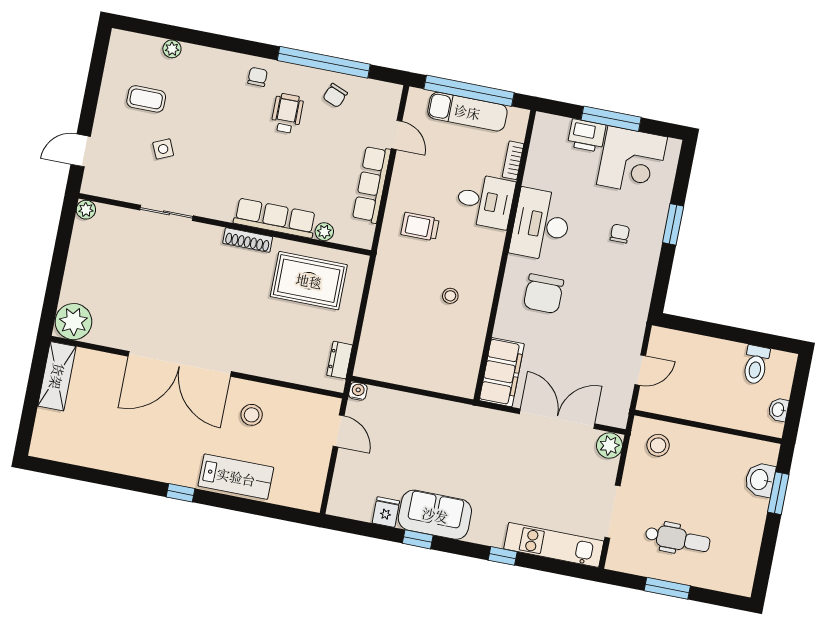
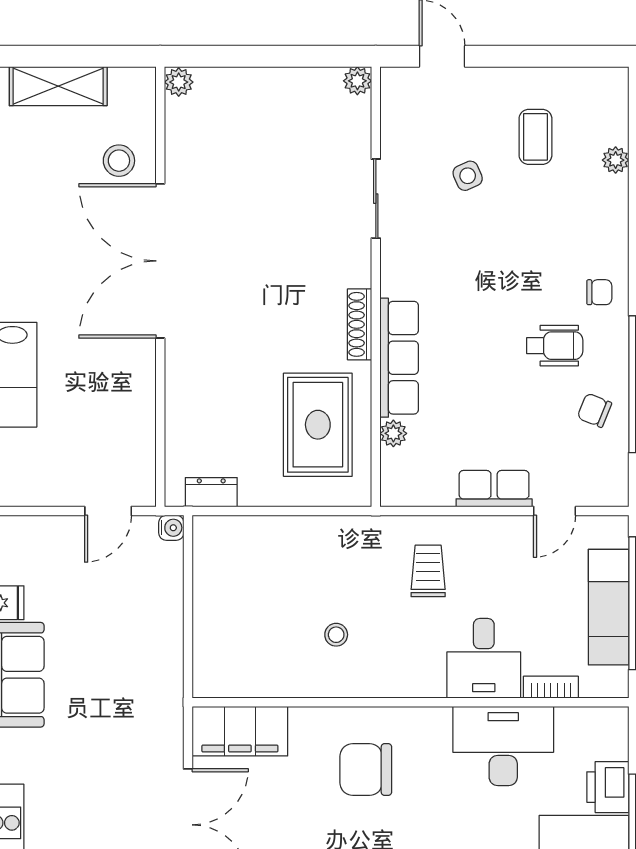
row of seats: (372, 184) -> (494, 489), width x0.68
desk: (541, 225) -> (503, 746), moved
plant: (73, 322) -> (179, 82), width x0.53, depth x0.53
shelving: (57, 376) -> (58, 86), moved
stool: (252, 415) -> (119, 161), moved

